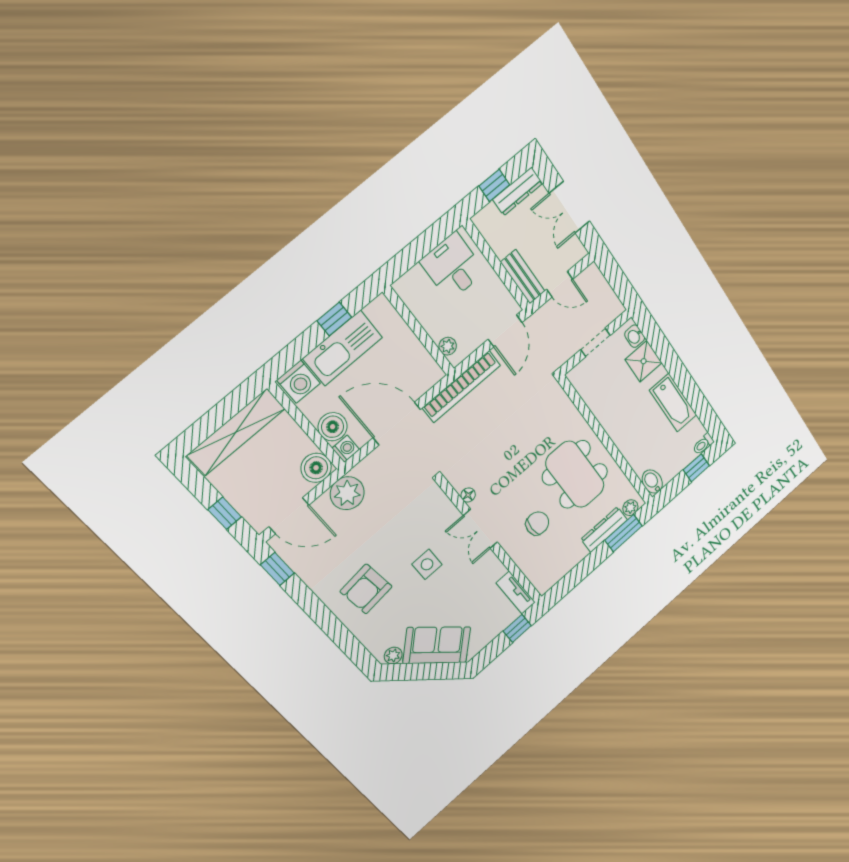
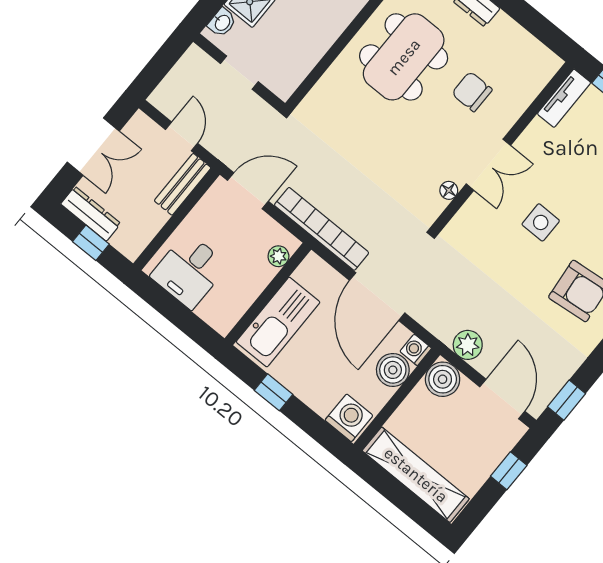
kitchen sink: (343, 348) -> (278, 322), moved, turned 90
plant: (347, 493) -> (468, 345), width x0.73, depth x0.73

